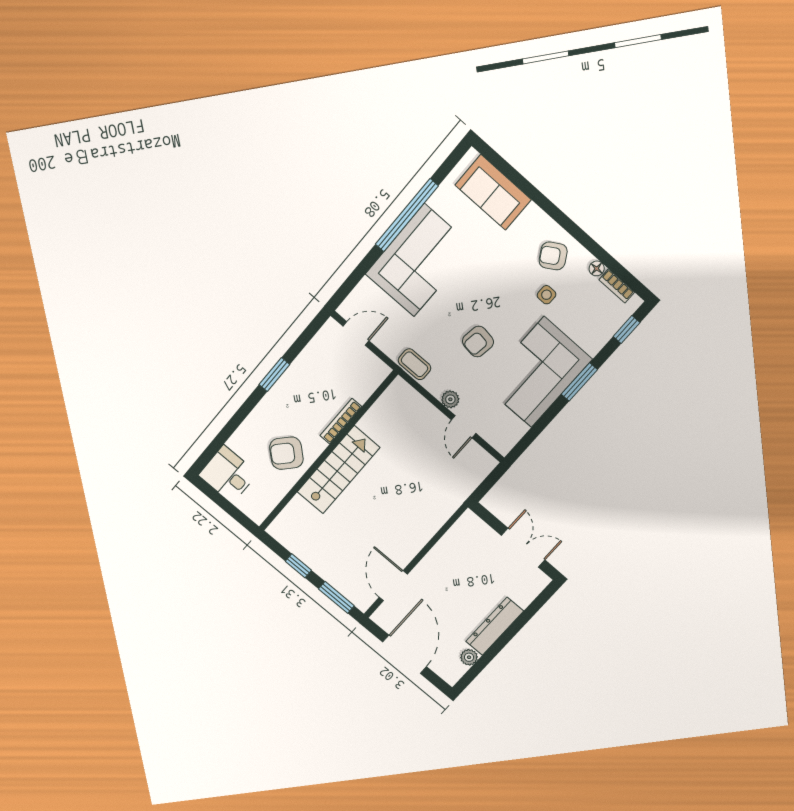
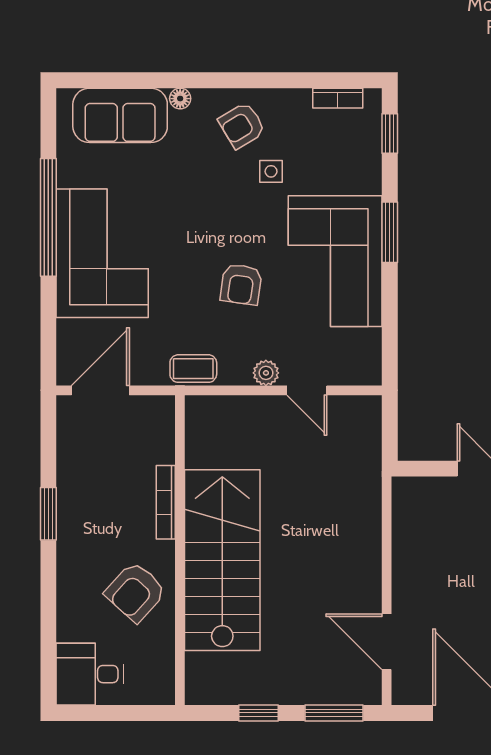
floor lamp: (597, 268) -> (180, 99), moved
door: (356, 333) -> (100, 390), width x1.38
stairs: (338, 470) -> (222, 560), width x1.36, depth x1.51

